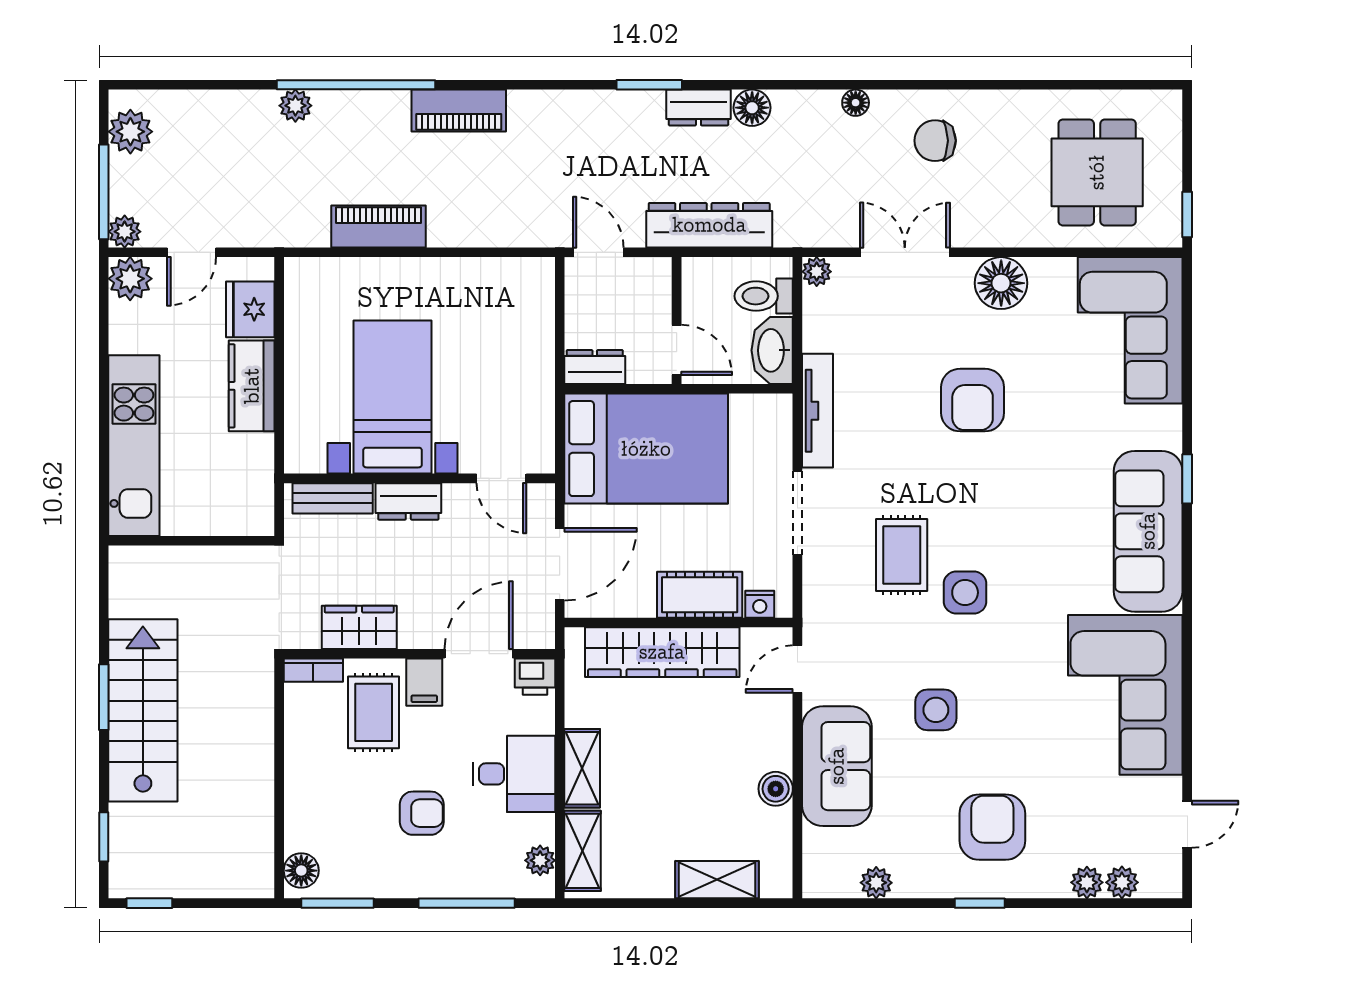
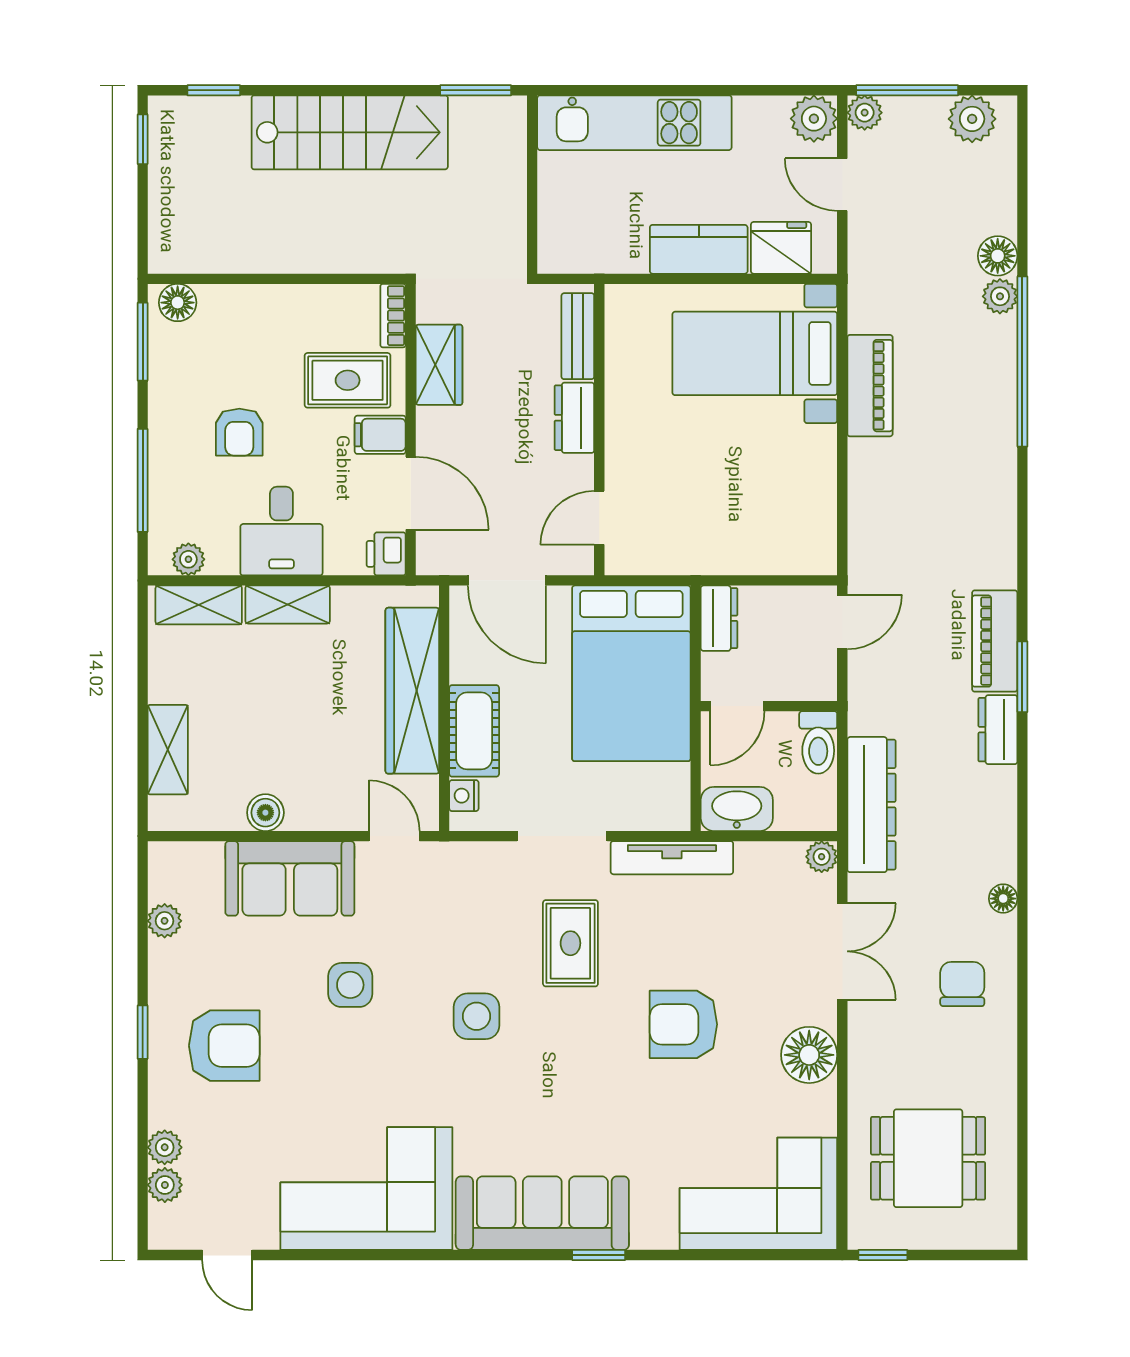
floor lamp: (752, 108) -> (998, 256), moved
piano: (459, 111) -> (995, 641), moved
dresser: (709, 225) -> (871, 805), moved
toilet: (764, 296) -> (818, 742), moved, turned 180
bed with nightstands: (393, 397) -> (755, 353), moved, turned 180
rug: (902, 555) -> (570, 943), moved, turned 90
window: (104, 697) -> (476, 90), moved

